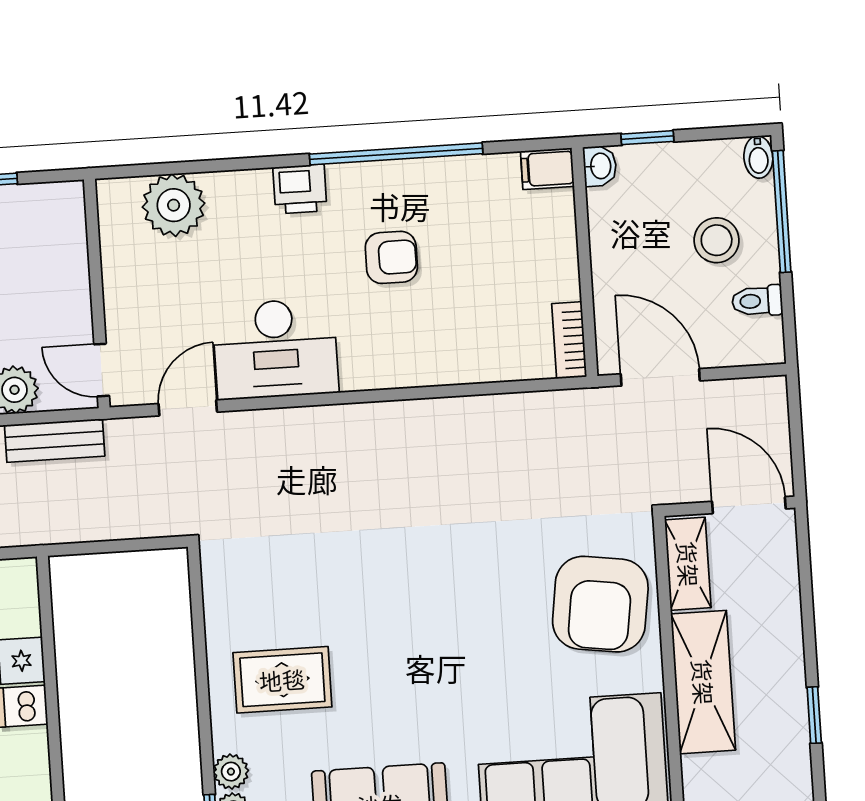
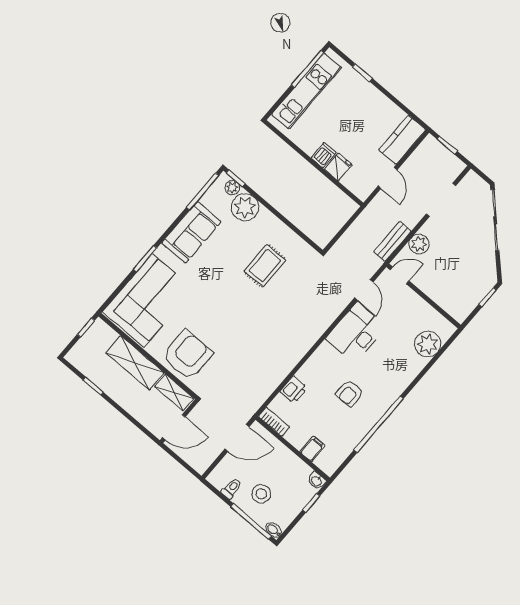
filing cabinet: (547, 169) -> (312, 449), moved
printer: (300, 189) -> (294, 390), moved, turned 180
armchair: (600, 604) -> (187, 355), turned 82
rug: (282, 680) -> (265, 266), moved
plant: (231, 772) -> (245, 207), width x1.88, depth x1.88

